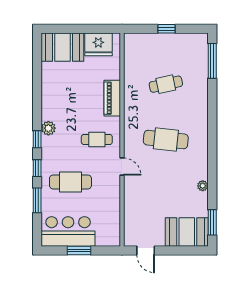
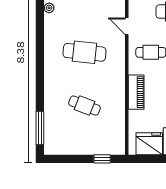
window: (167, 29) -> (102, 159), moved
cafe table: (166, 84) -> (84, 106), turned 33

